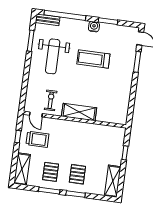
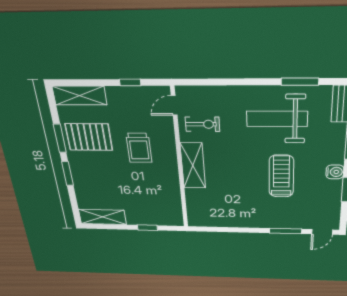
trolley: (37, 139) -> (139, 148), moved
pallet: (51, 172) -> (89, 137), width x1.50, depth x1.42
pallet: (77, 174) -> (97, 173), removed

